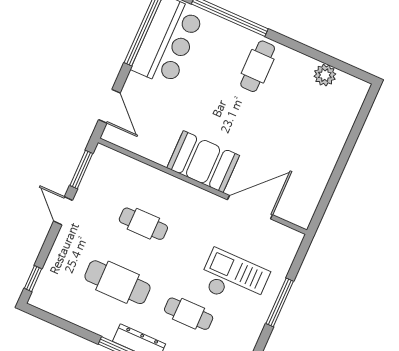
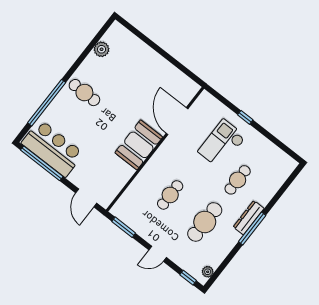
door: (109, 106) -> (86, 198), swing flipped
door: (63, 211) -> (158, 254), moved
window: (280, 302) -> (245, 117), width x0.46
plant: (48, 304) -> (208, 272), added

